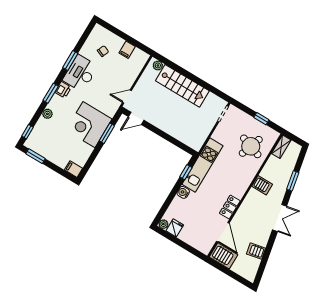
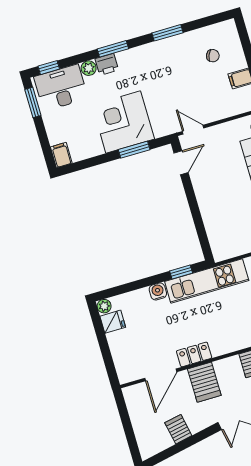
desk: (80, 73) -> (61, 88), moved
printer: (63, 90) -> (107, 64), moved
door: (136, 118) -> (181, 163), swing flipped
server rack: (223, 256) -> (204, 382), moved

